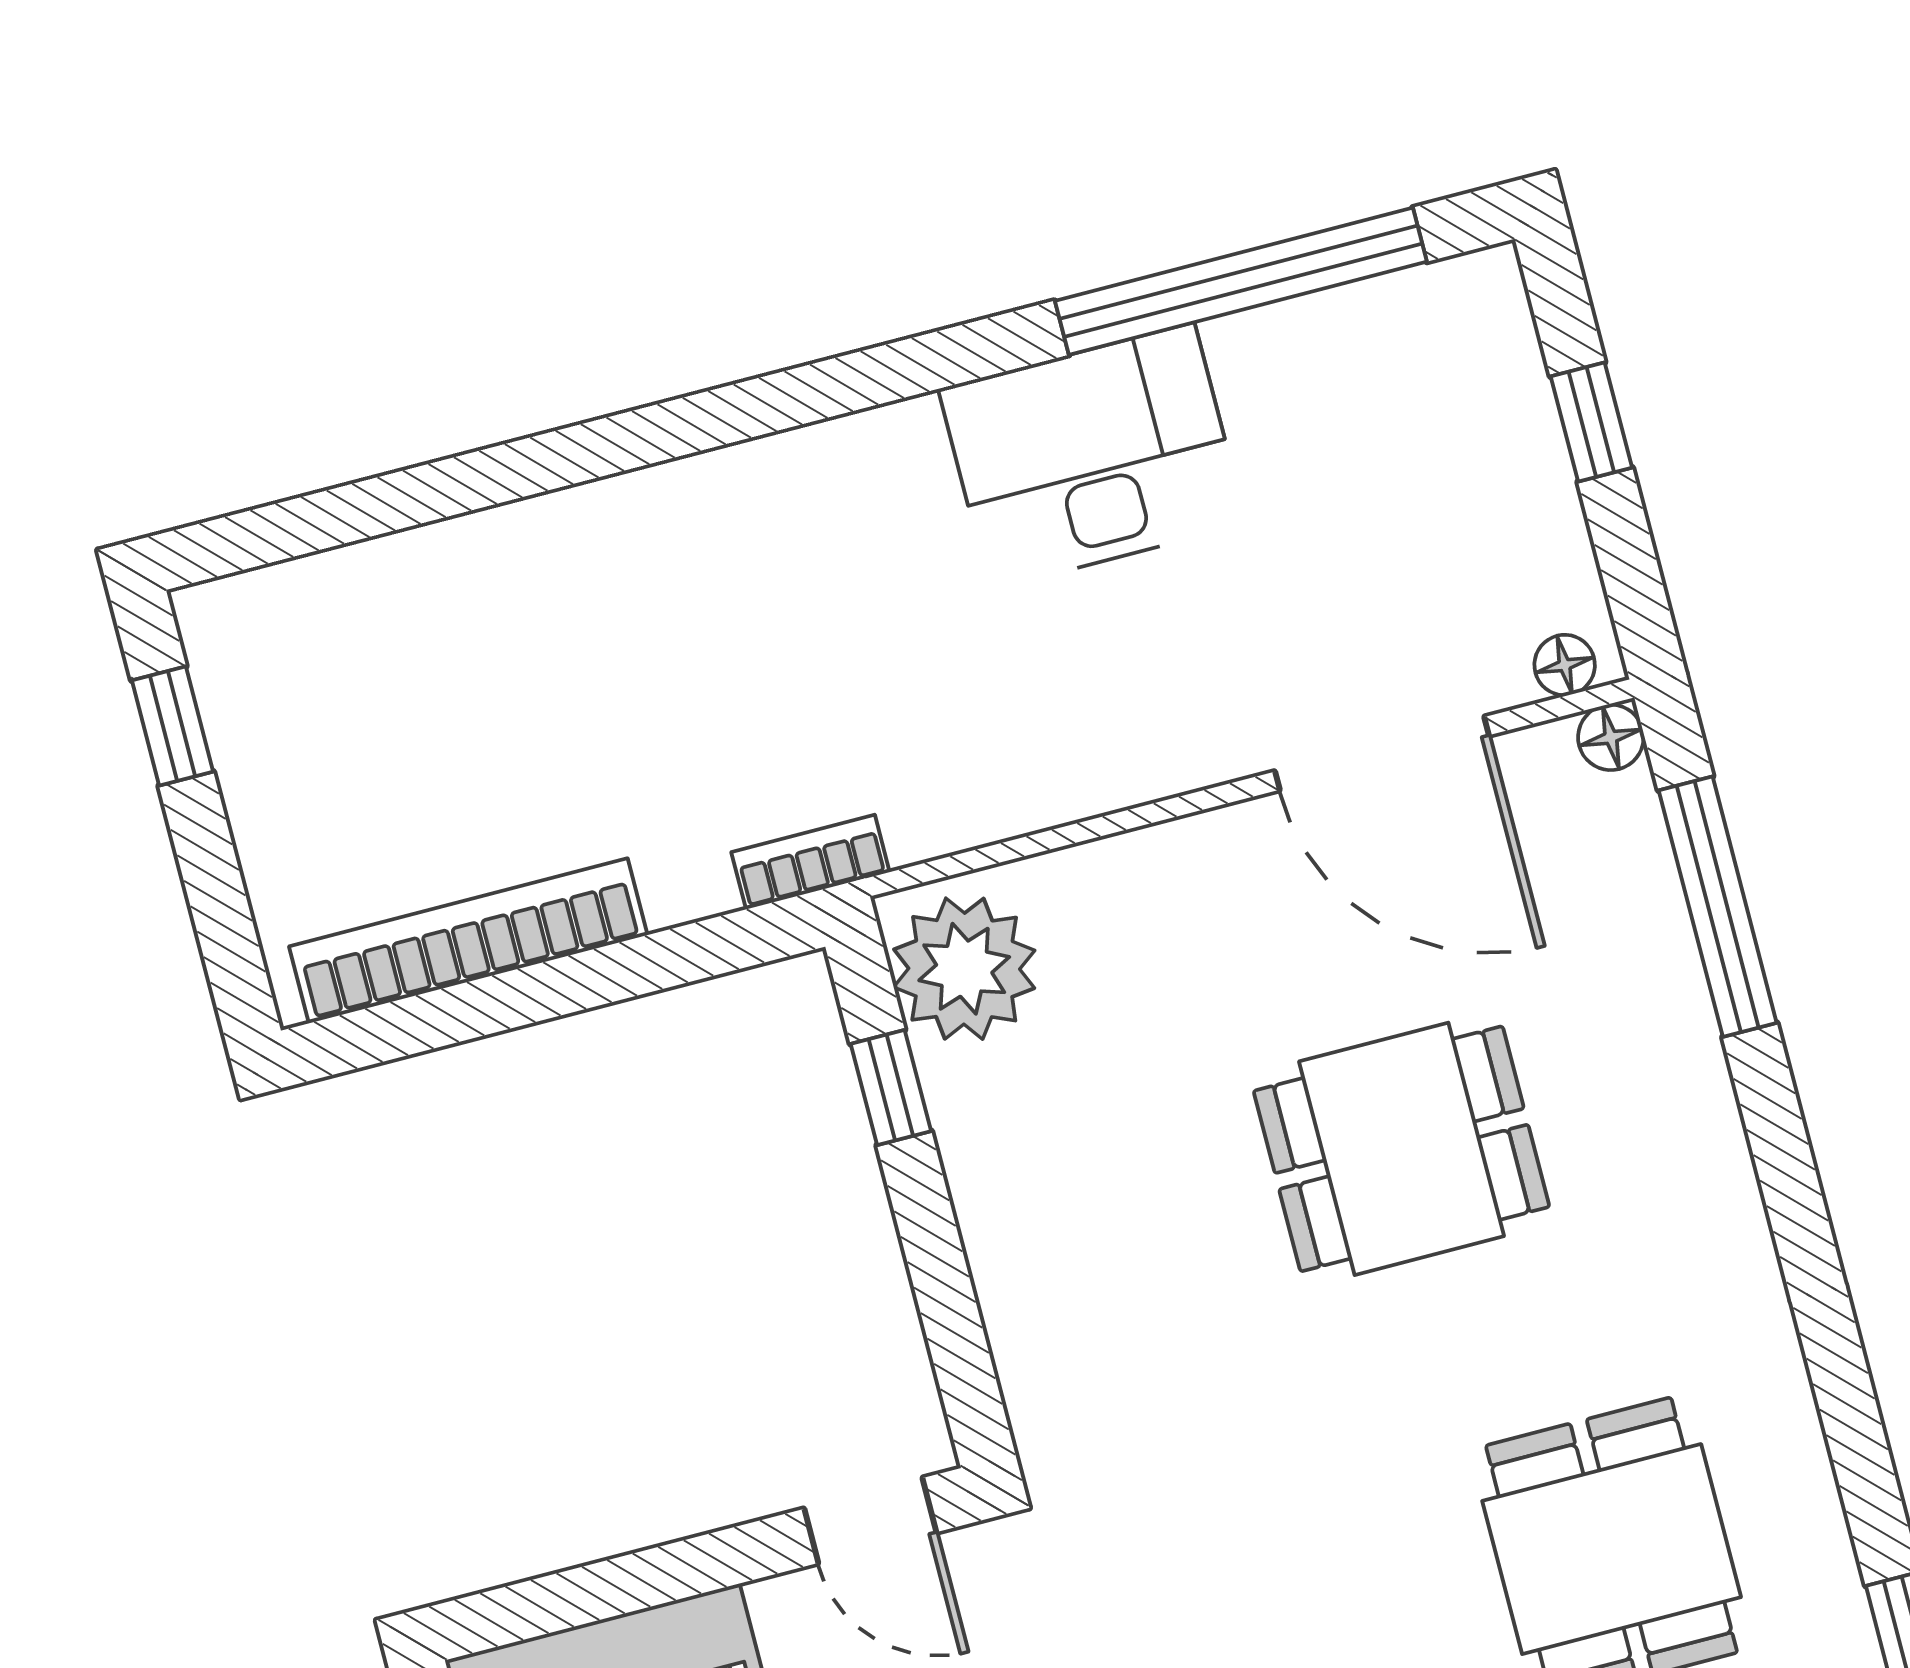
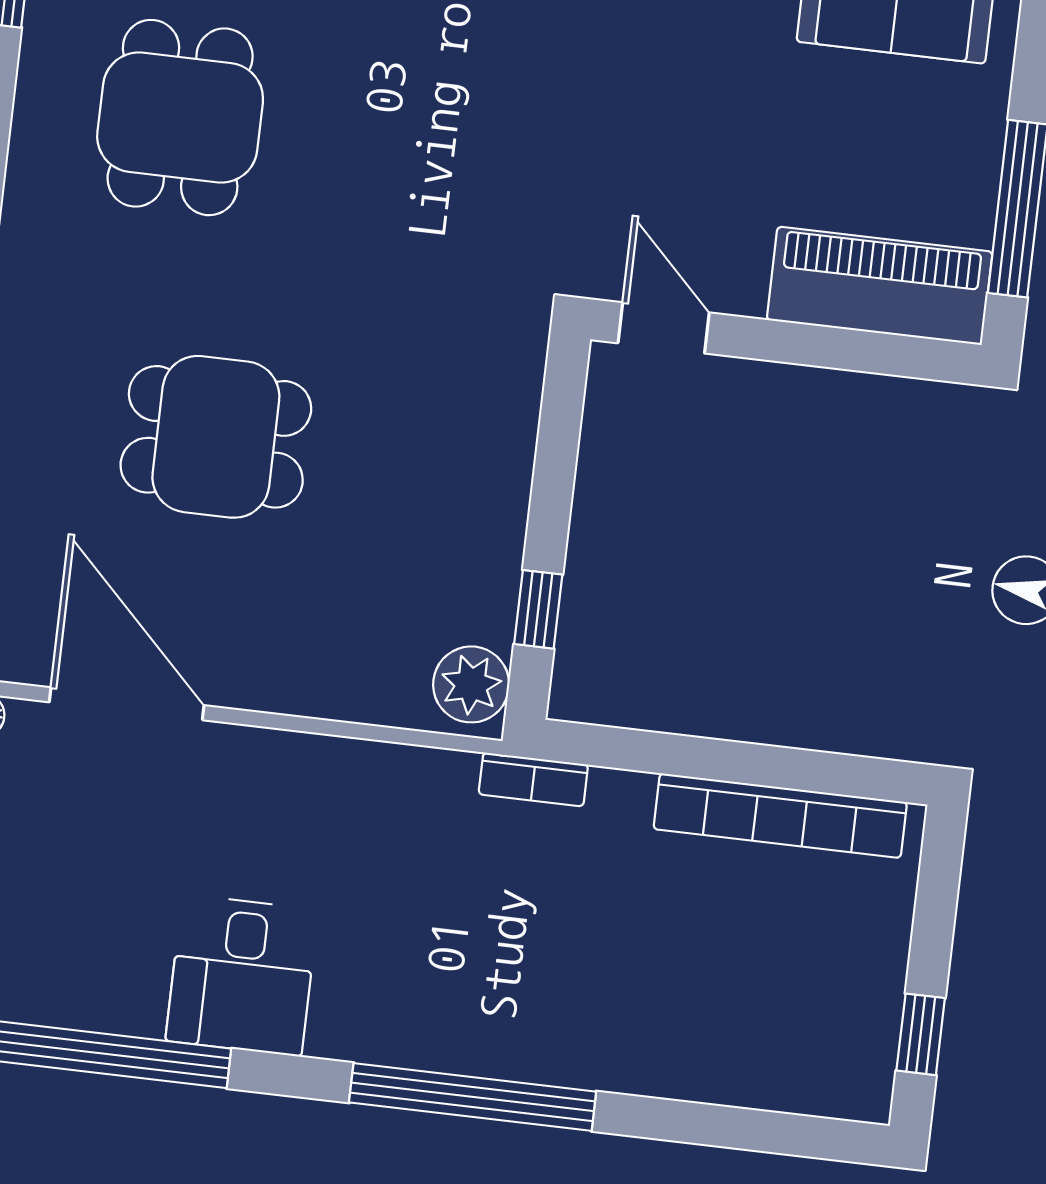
window: (728, 415) -> (473, 1097), added
desk: (1092, 456) -> (242, 975), width x0.73
plant: (964, 969) -> (471, 684), width x0.73, depth x0.73

